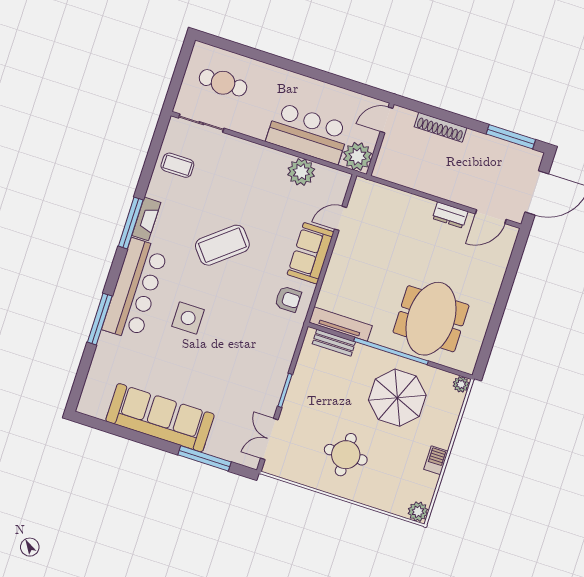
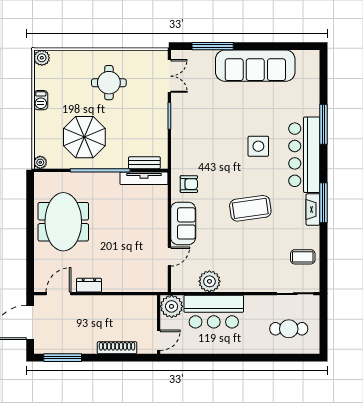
coffee table: (222, 245) -> (250, 208), turned 31
armchair: (288, 299) -> (189, 184), turned 180
meeting table: (431, 319) -> (63, 222), moved

